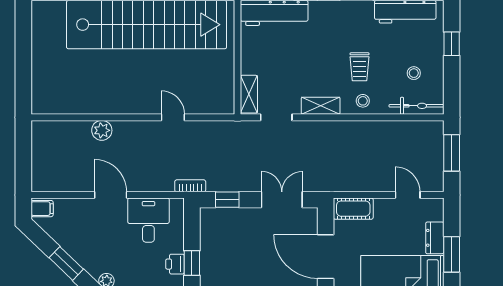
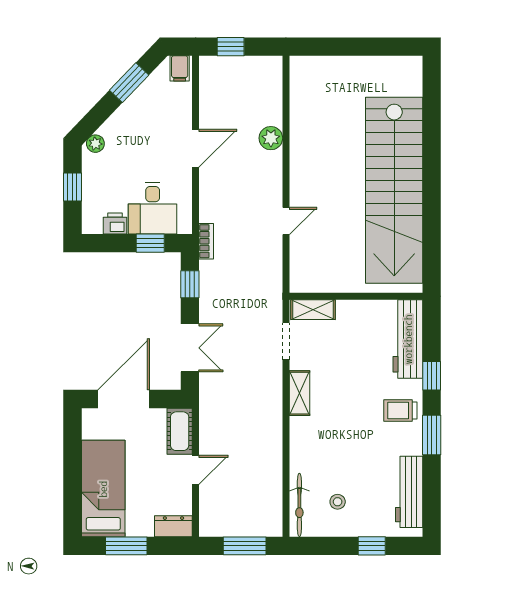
trolley: (360, 67) -> (400, 411), moved
stool: (363, 101) -> (305, 442), removed
window: (23, 165) -> (231, 47), added
door: (408, 195) -> (196, 470), moved
desk: (148, 220) -> (153, 208), moved, turned 90
dresser: (435, 238) -> (173, 526), moved
window: (66, 263) -> (129, 83), moved
window: (192, 263) -> (150, 243), moved

